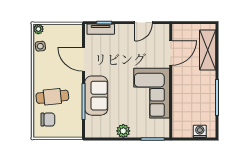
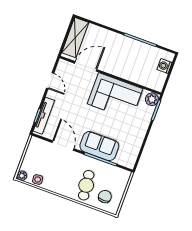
tv unit: (101, 29) -> (44, 116), width x1.41
shelving: (208, 50) -> (75, 38), moved, turned 90
door: (171, 53) -> (86, 66), hinge flipped
door: (83, 59) -> (63, 146), swing flipped
plant: (123, 131) -> (152, 99), moved

